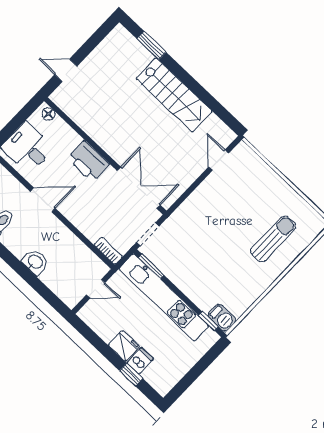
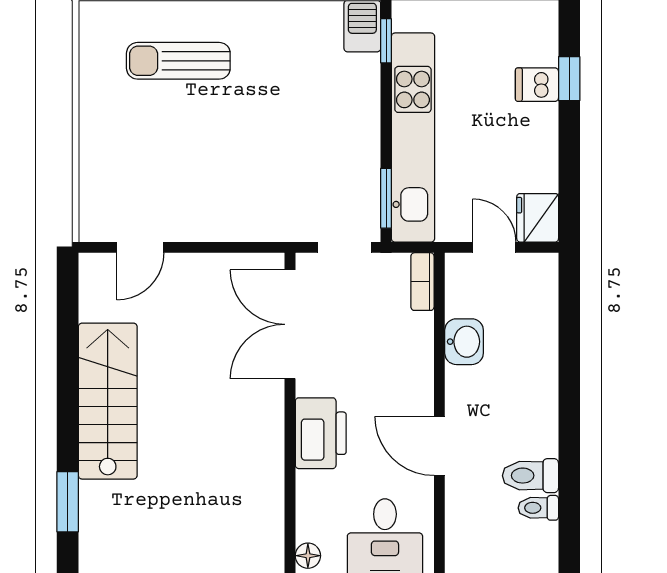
washbasin: (35, 262) -> (464, 342), moved, turned 180
fridge: (124, 346) -> (538, 218), moved

